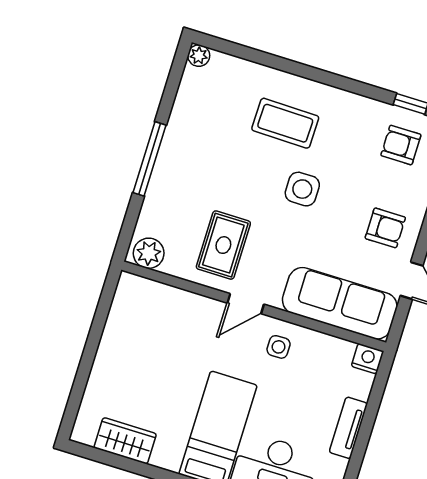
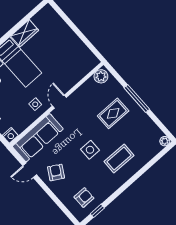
armchair: (385, 228) -> (56, 172), turned 120
rug: (223, 245) -> (113, 113), moved, turned 90
wardrobe: (125, 441) -> (25, 33), moved

